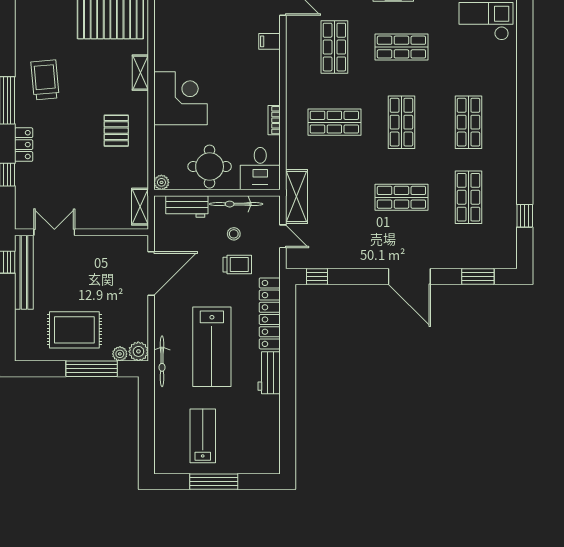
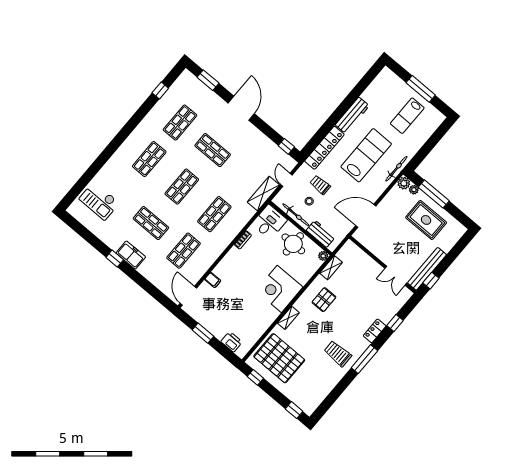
trolley: (45, 80) -> (338, 354), turned 95
shop shelf: (334, 122) -> (214, 214), turned 90
shelving: (140, 207) -> (331, 268), moved
workbench: (269, 373) -> (352, 115), width x1.38

